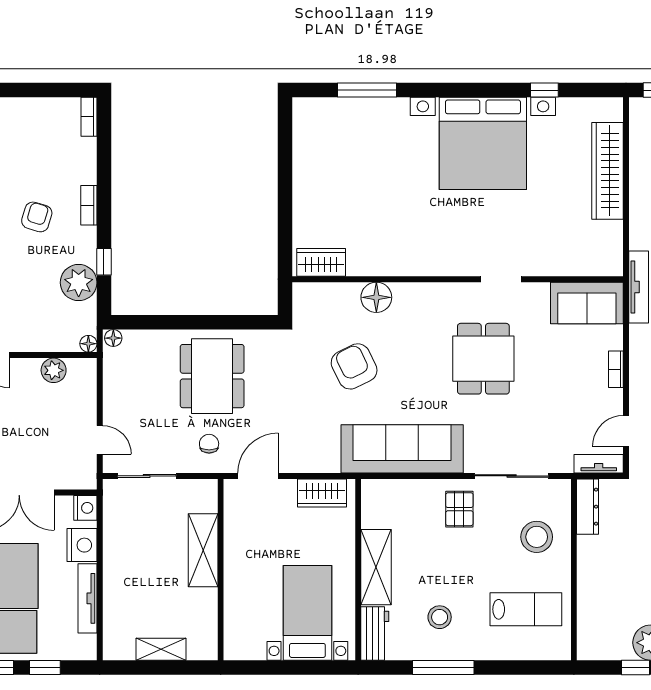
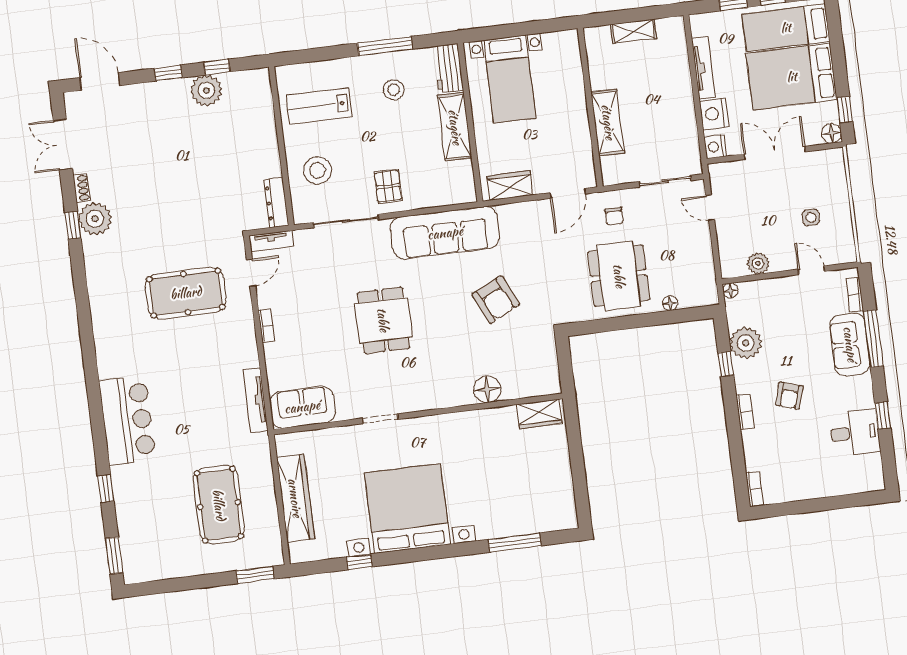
wardrobe: (321, 262) -> (539, 414), moved
wall: (458, 279) -> (418, 414), moved
doorway: (501, 279) -> (380, 419), moved
floor lamp: (376, 297) -> (487, 389), moved
sofa: (587, 303) -> (302, 407), moved
floor lamp: (113, 338) -> (670, 303), moved

